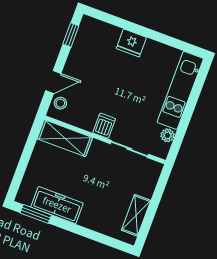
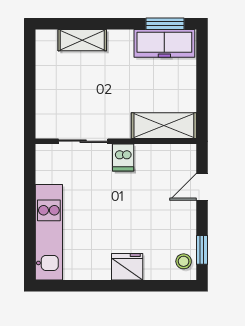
stool: (60, 103) -> (184, 261), moved
plant: (167, 135) -> (44, 174), removed
freezer: (57, 205) -> (164, 43), moved
shelving: (136, 215) -> (82, 40), moved, turned 90

